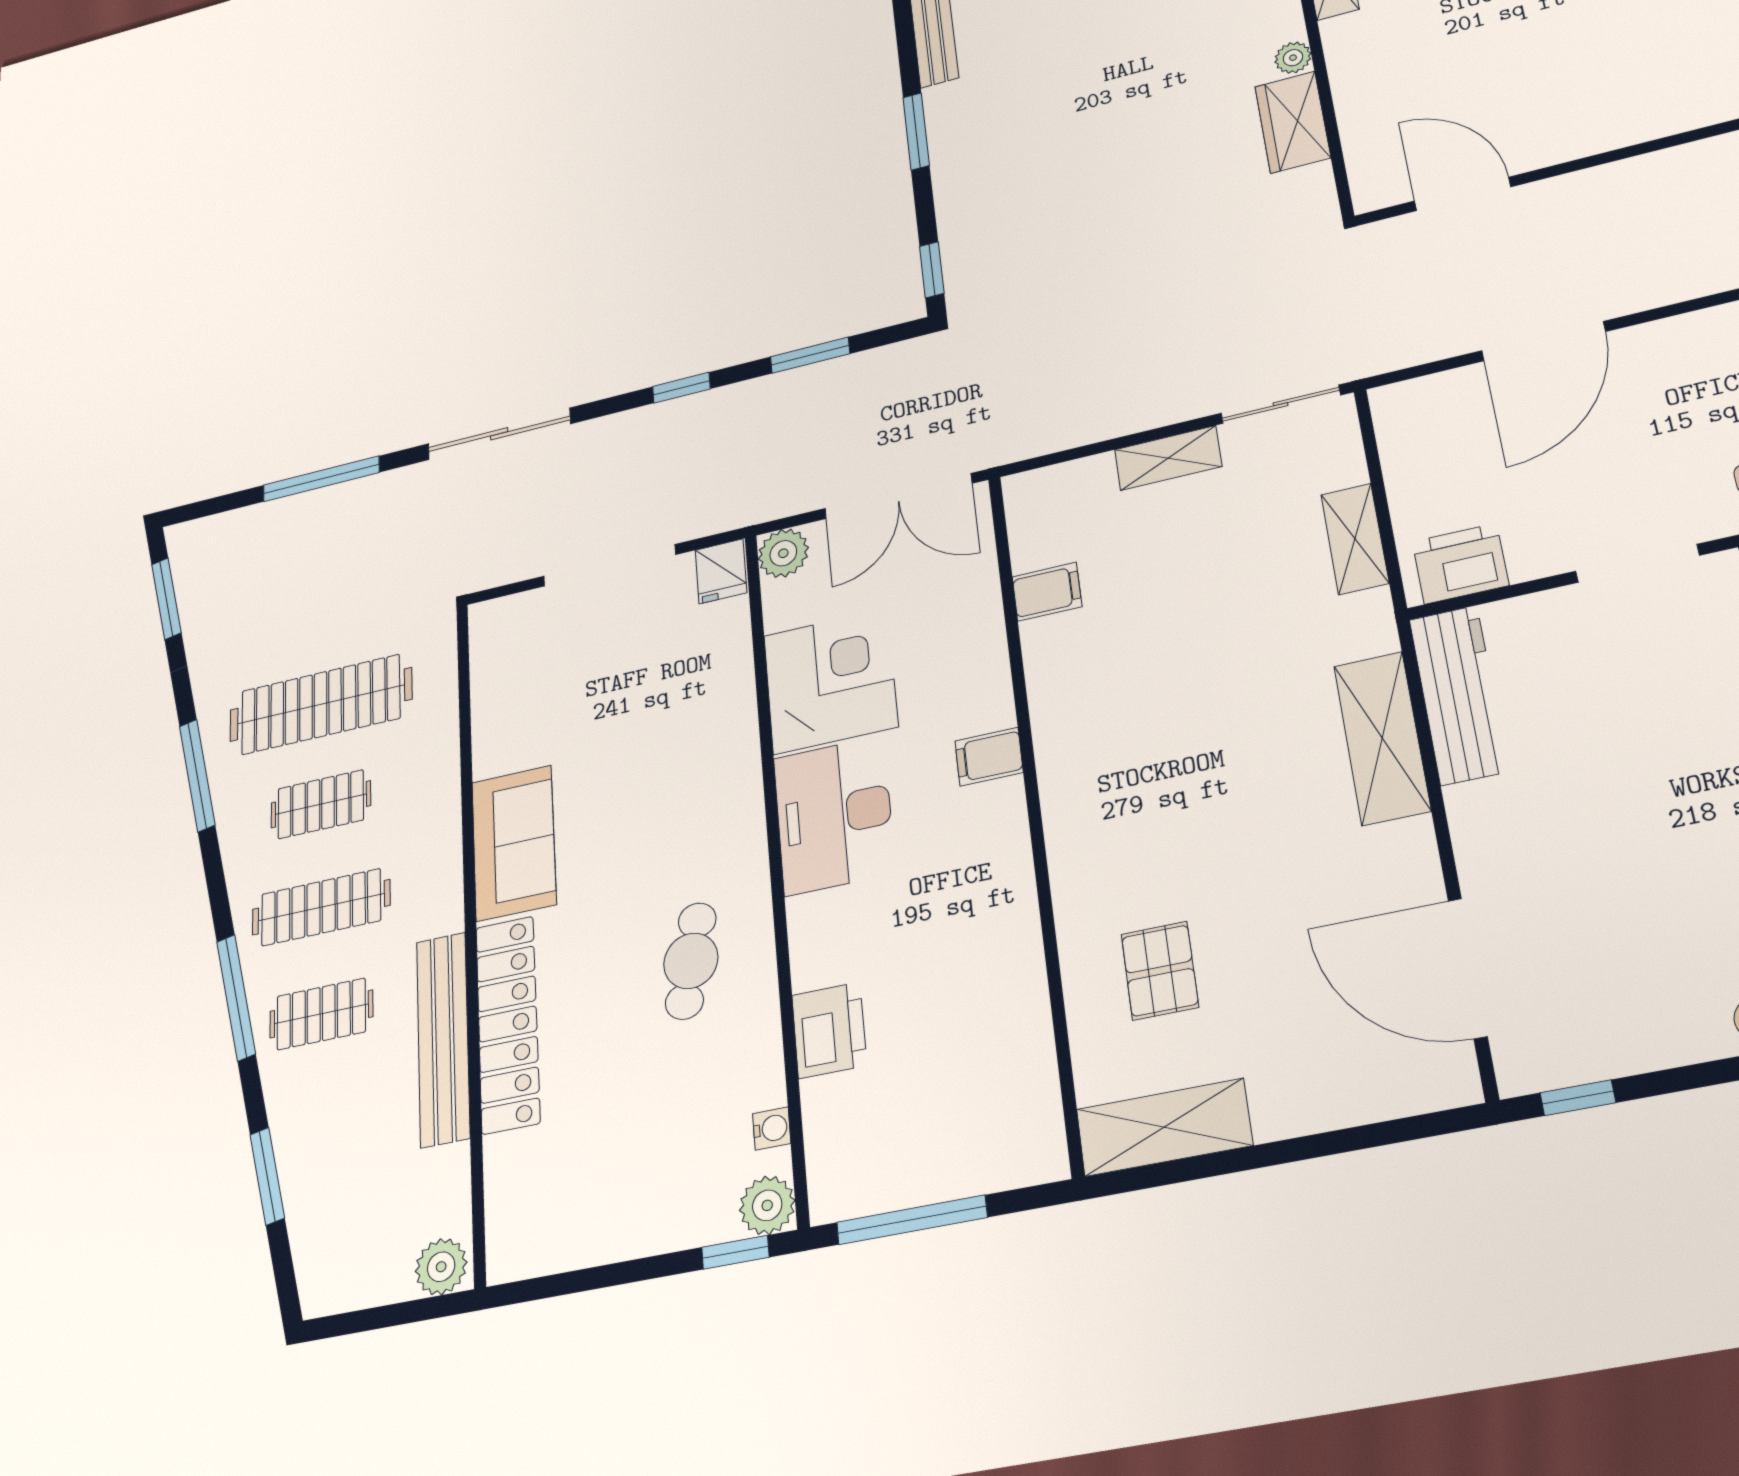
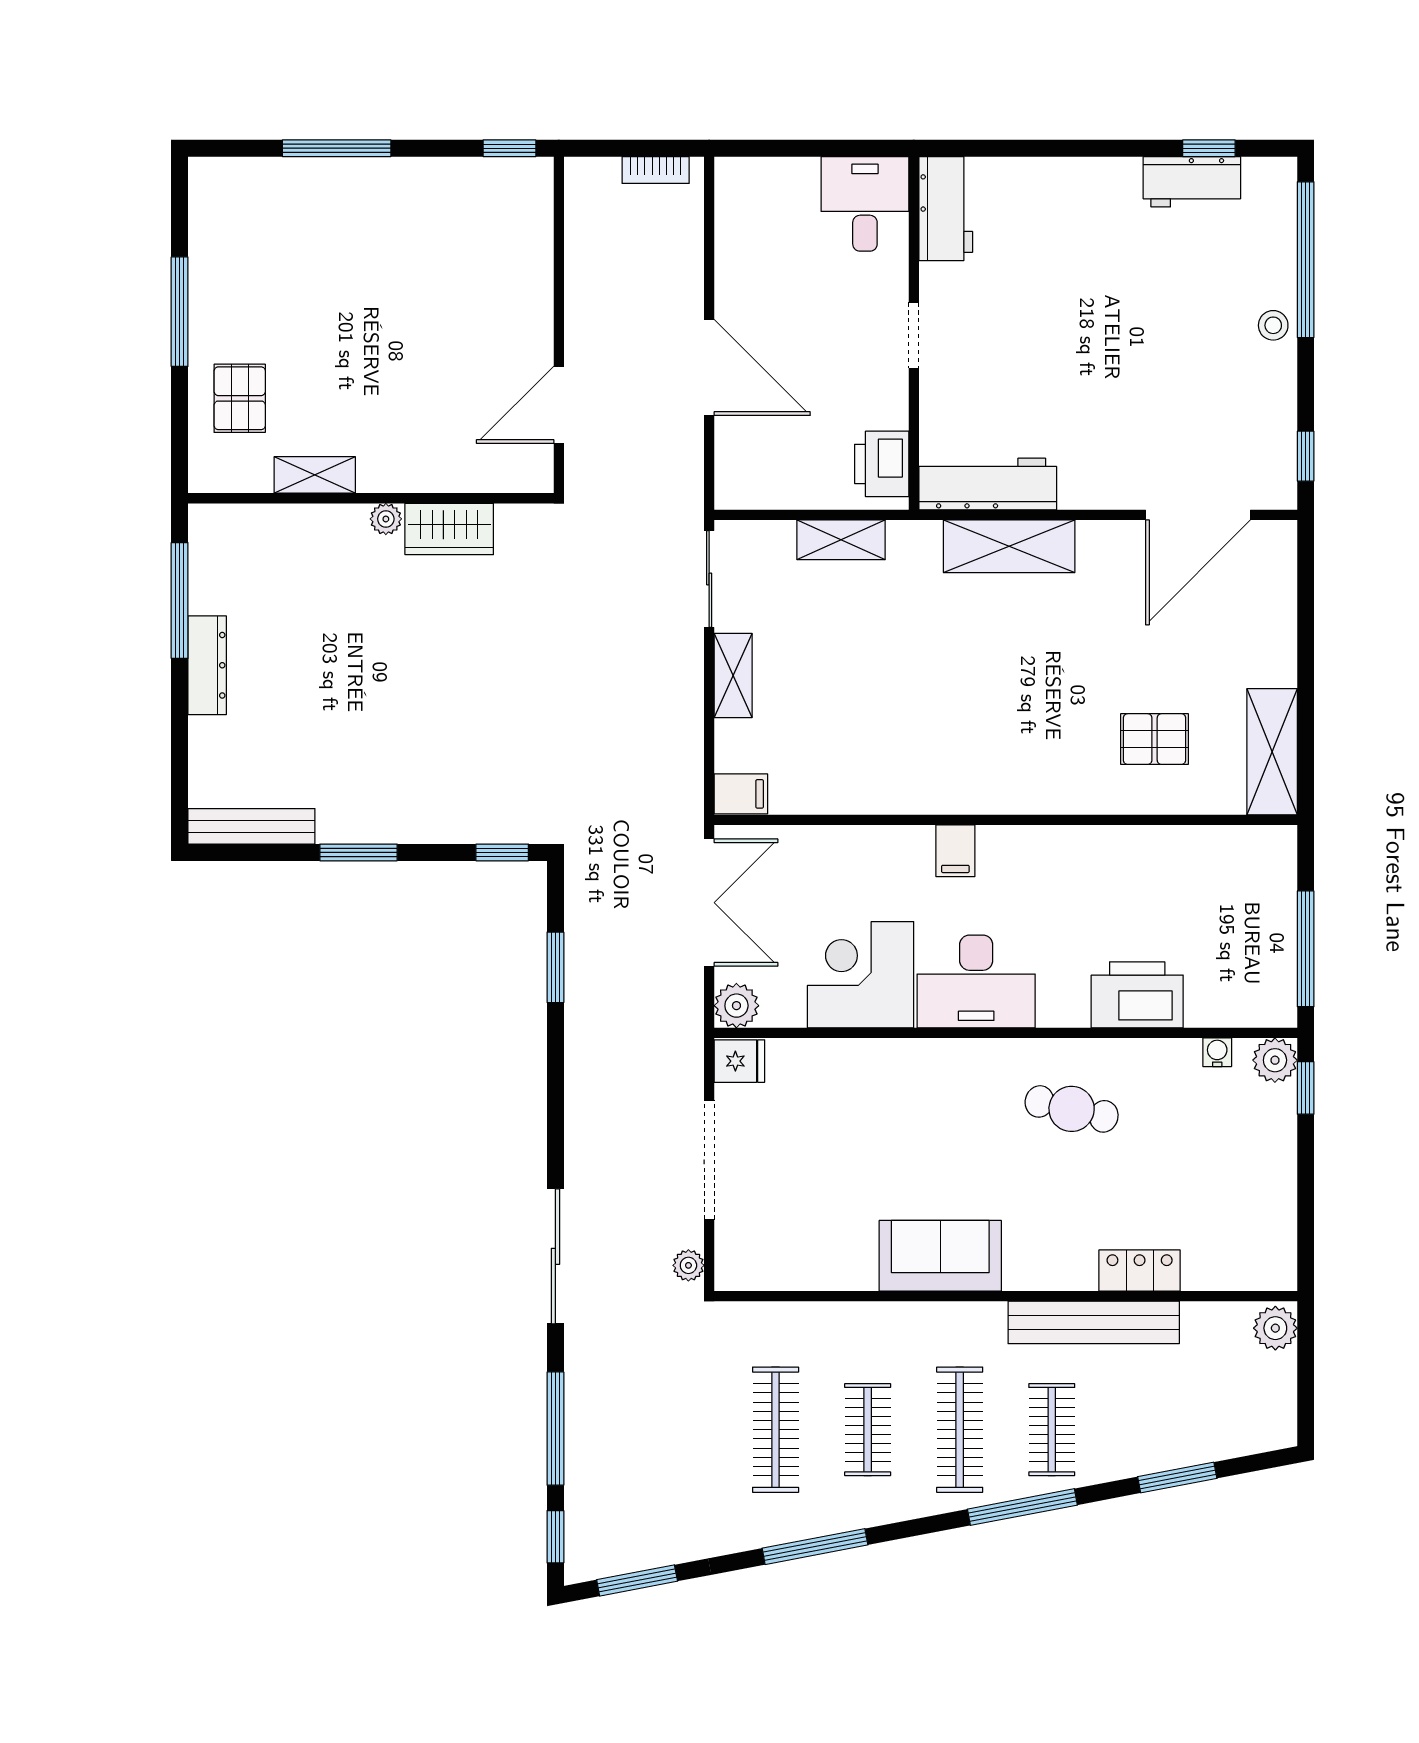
window: (681, 388) -> (555, 1537), moved
doorway: (1637, 563) -> (914, 335), width x0.73
plant: (494, 571) -> (688, 1265), added
filing cabinet: (1047, 592) -> (741, 794), moved, turned 90
clothes rail: (321, 705) -> (776, 1430), width x0.73, depth x0.76
locker: (508, 1024) -> (1140, 1270), width x0.46, depth x0.83
printer: (829, 1030) -> (1137, 995), width x1.37, depth x1.19

